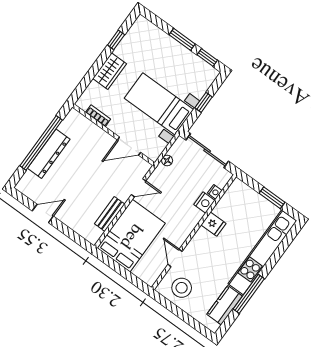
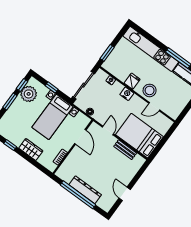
plant: (194, 68) -> (29, 94), added
window: (272, 198) -> (107, 53), moved
nightstand: (204, 202) -> (127, 94), moved
stool: (182, 288) -> (150, 90), moved

